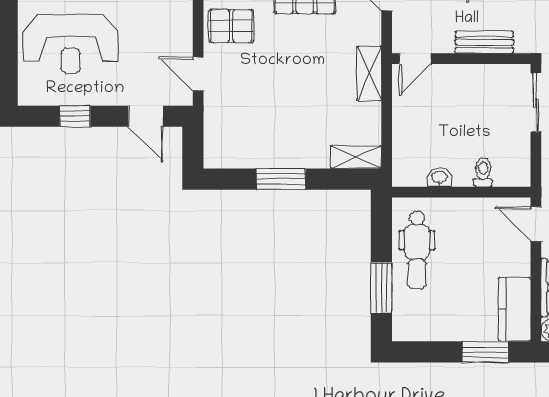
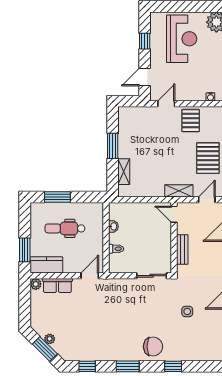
reception desk: (71, 44) -> (182, 39), turned 180
shelving: (369, 74) -> (179, 191), moved
shelving: (356, 157) -> (124, 172), moved
dental chair: (417, 250) -> (65, 228), moved

